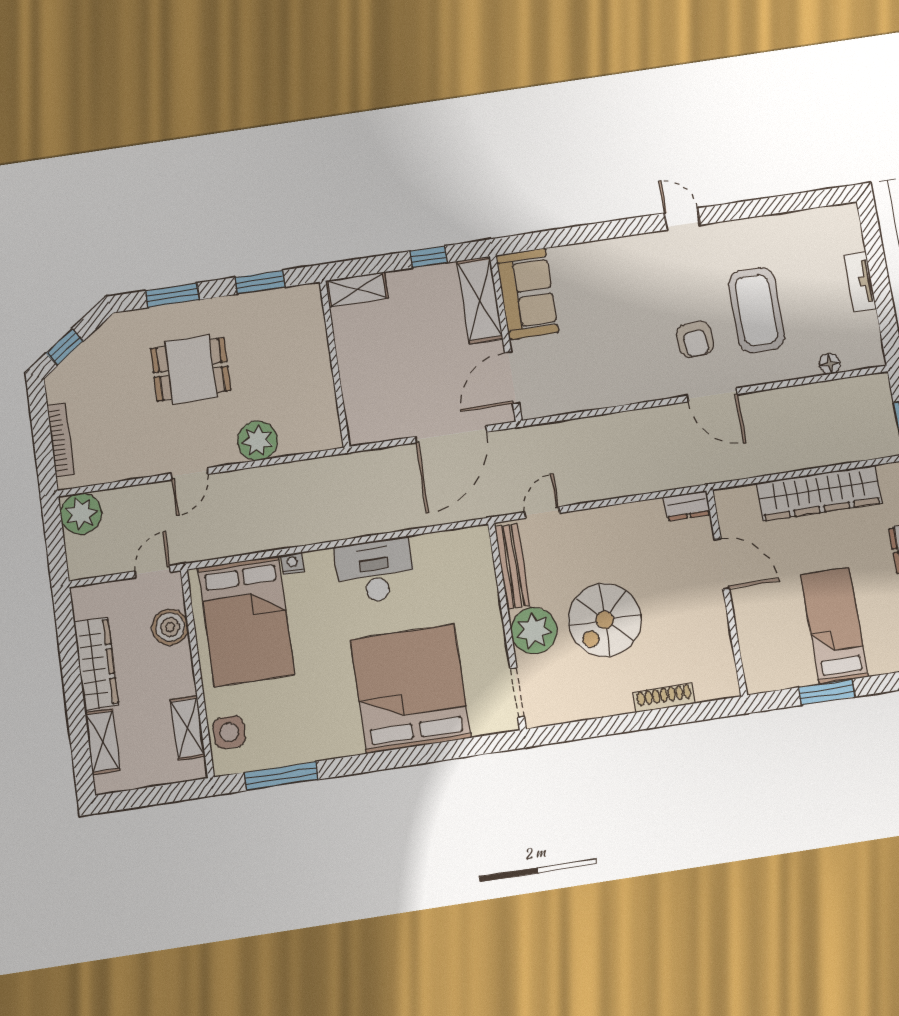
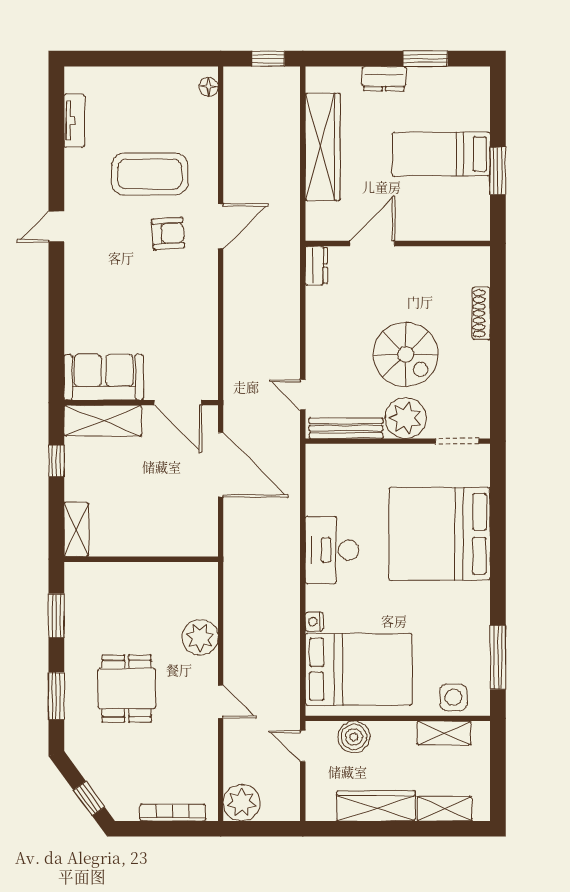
tv unit: (860, 282) -> (74, 121), moved, turned -90
floor lamp: (830, 364) -> (209, 87), moved

